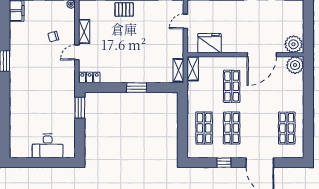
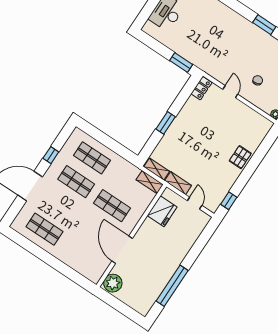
shelving: (84, 32) -> (178, 183), moved
plant: (295, 65) -> (94, 272), removed

